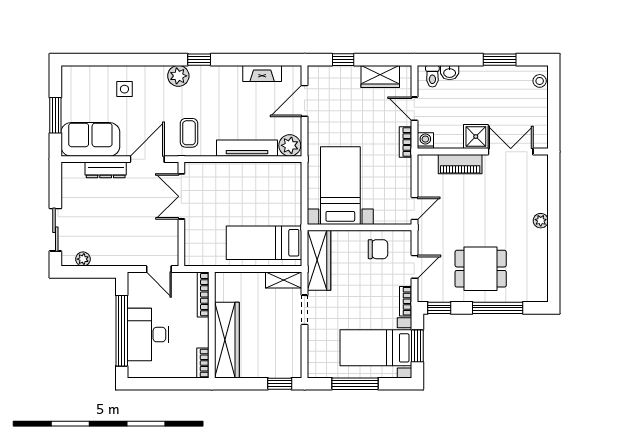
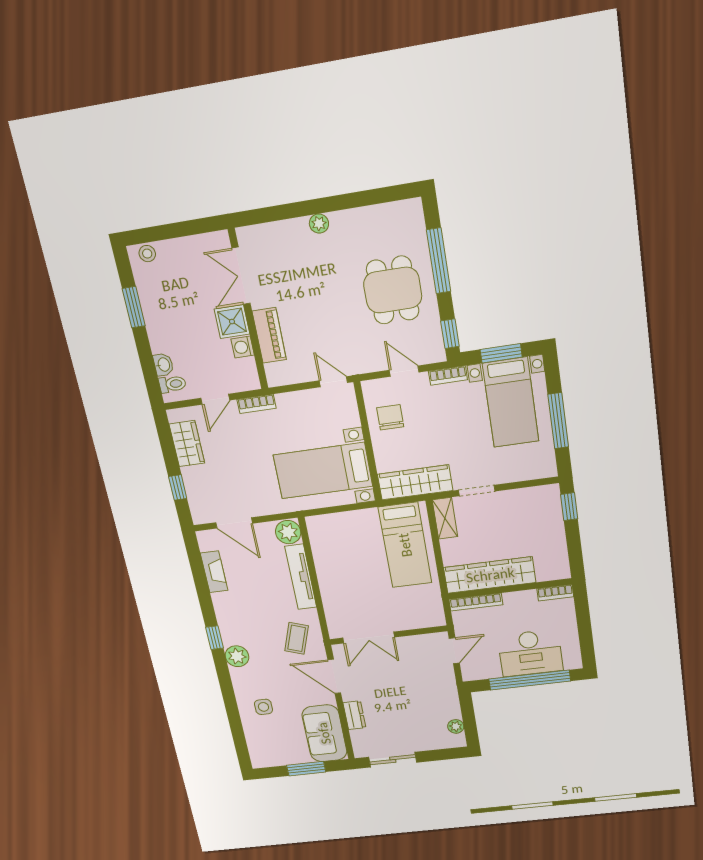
coffee table: (189, 133) -> (297, 638), turned -71
washing machine: (425, 141) -> (243, 347), moved
dresser: (106, 170) -> (354, 715), width x0.70
sliding door: (55, 230) -> (393, 760), moved
wardrobe: (227, 340) -> (490, 575), moved

